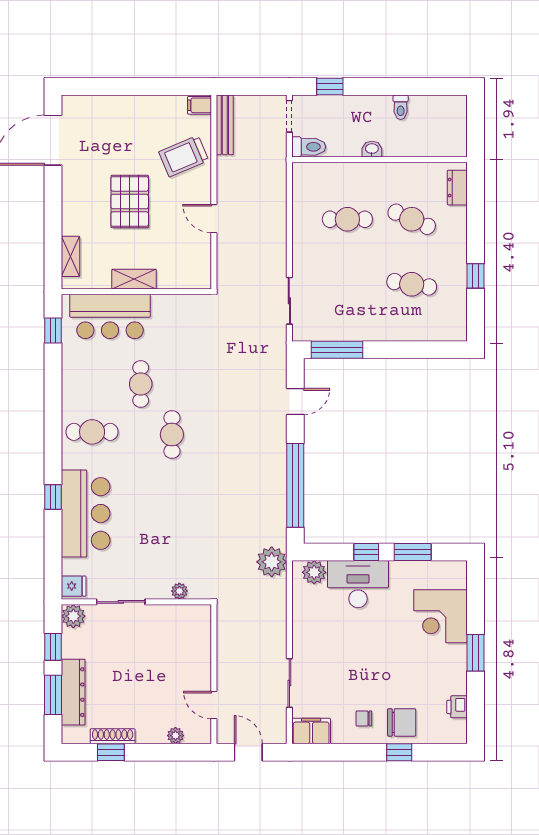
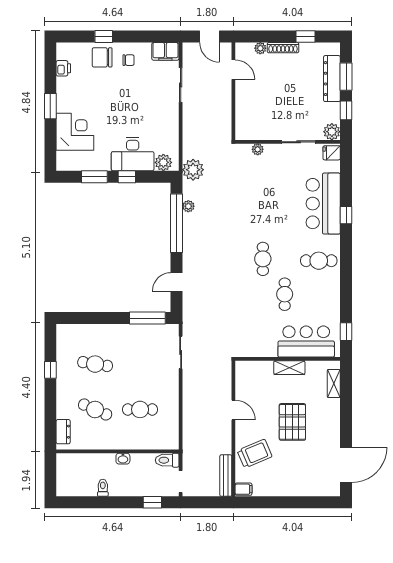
plant: (278, 510) -> (188, 206), added
shoe rack: (113, 736) -> (283, 48), moved

